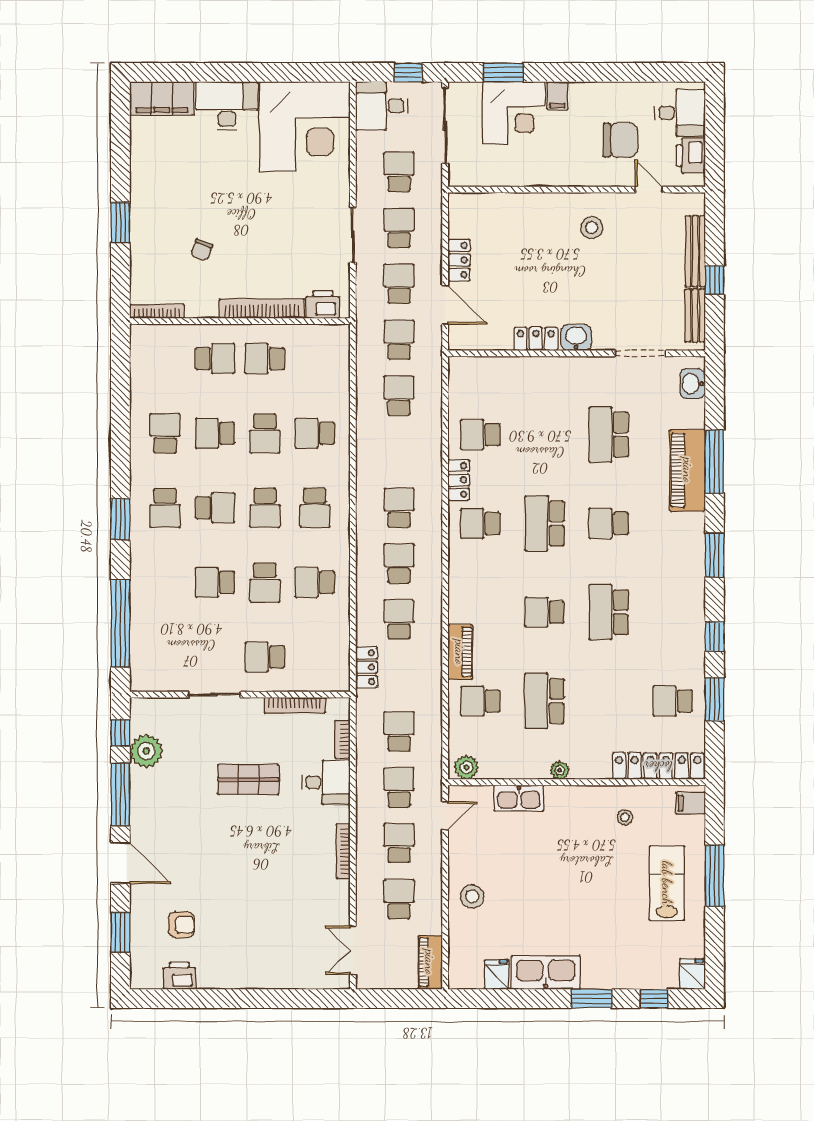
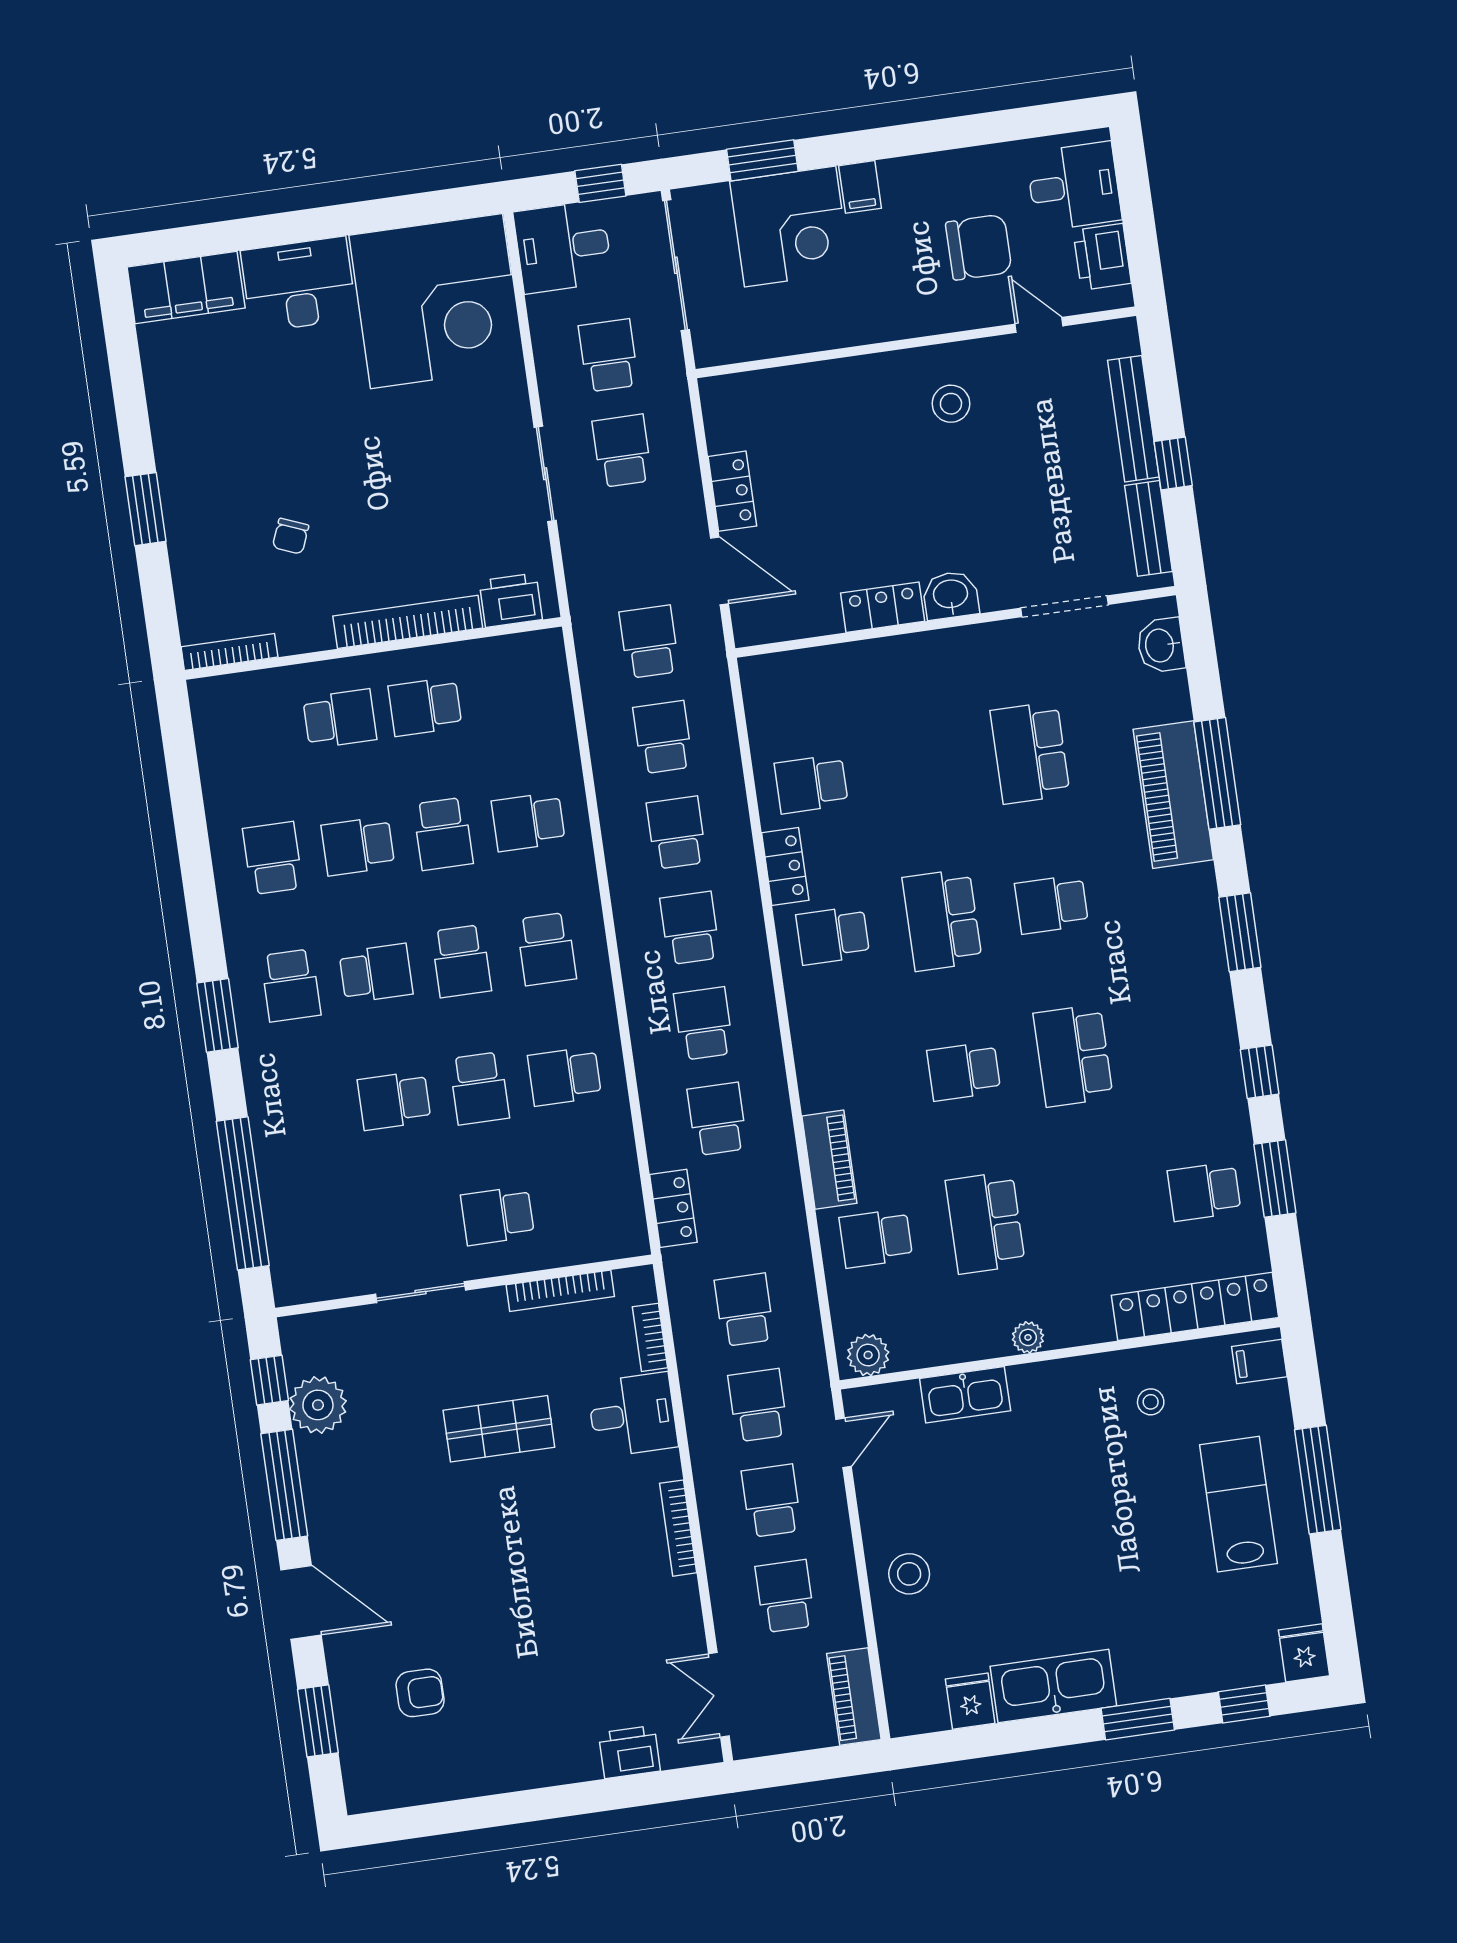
school desk: (399, 284) -> (676, 833), moved
printer: (179, 976) -> (629, 1752), moved

